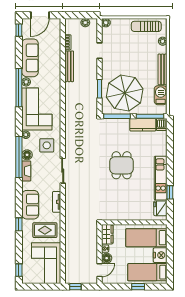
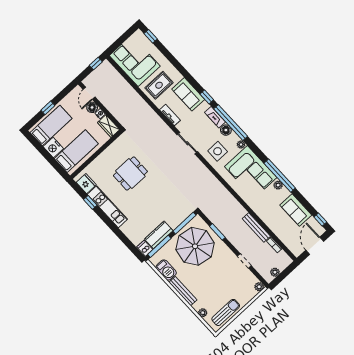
sofa: (30, 58) -> (296, 210), width x0.73
dining table: (122, 165) -> (130, 174), moved, turned 90
window: (19, 224) -> (207, 97), moved

